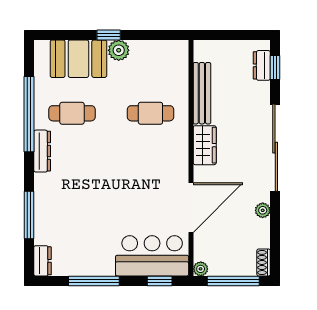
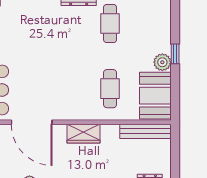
booth: (78, 59) -> (155, 96), moved
bench: (202, 93) -> (145, 131), moved

